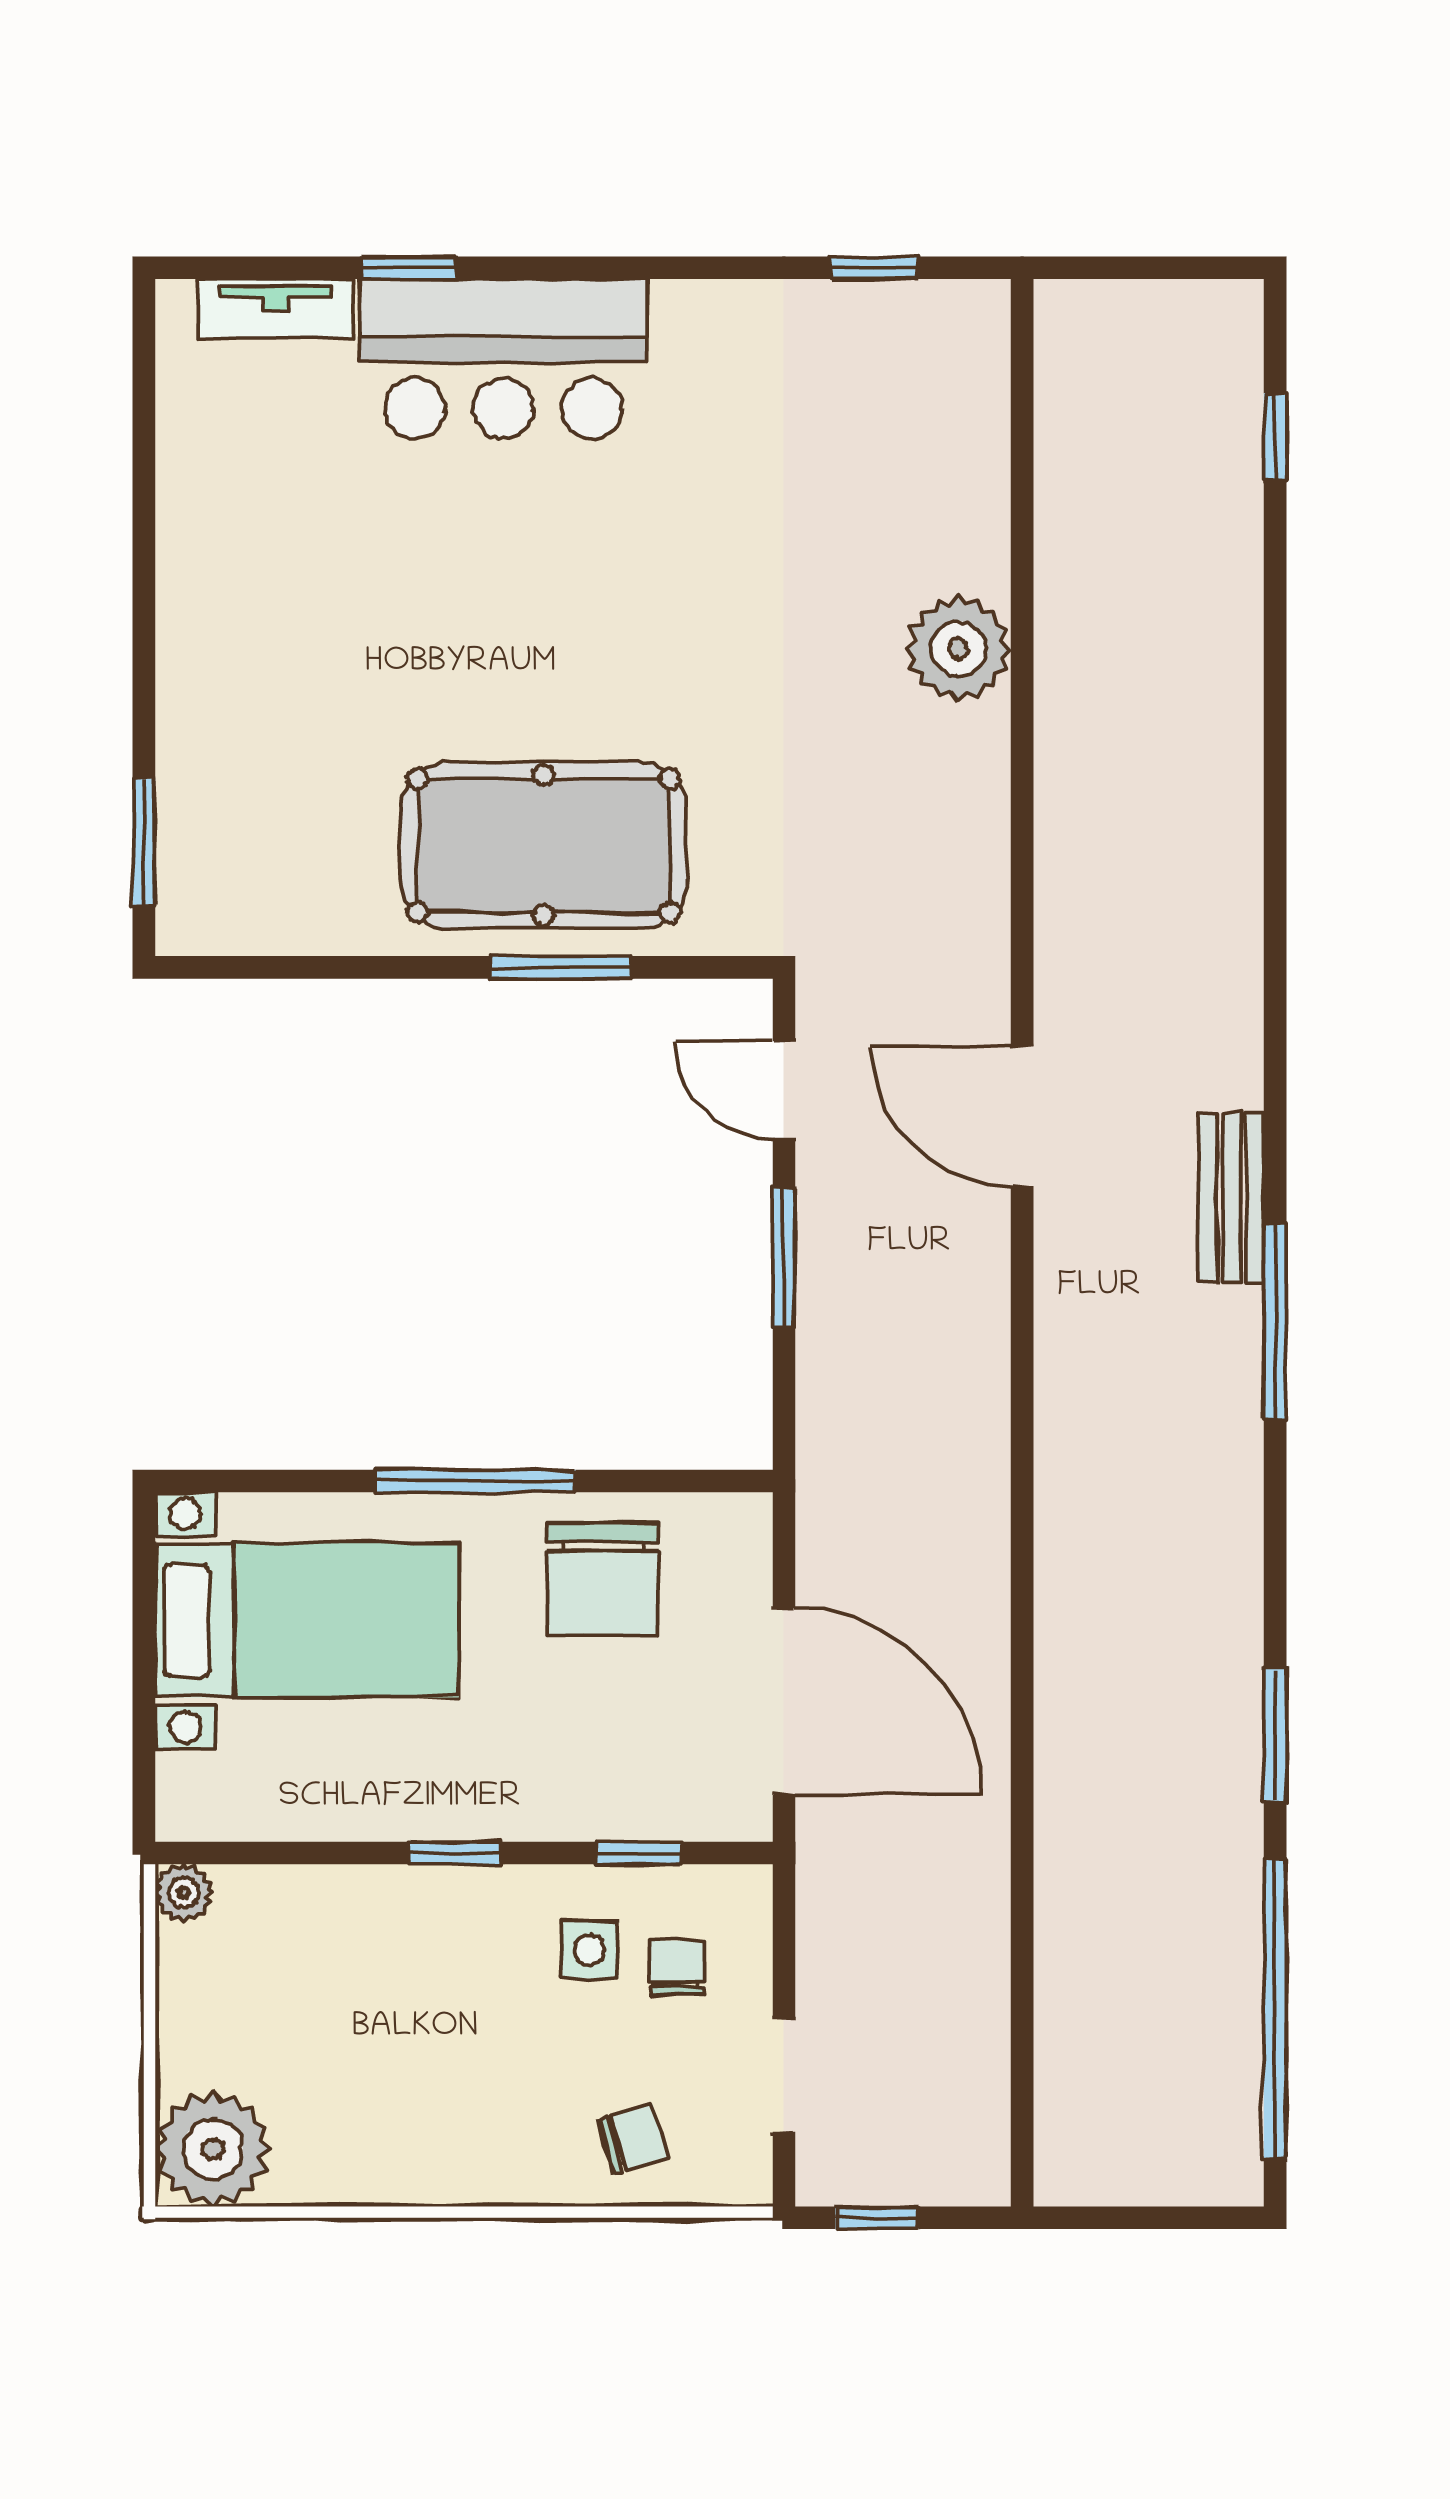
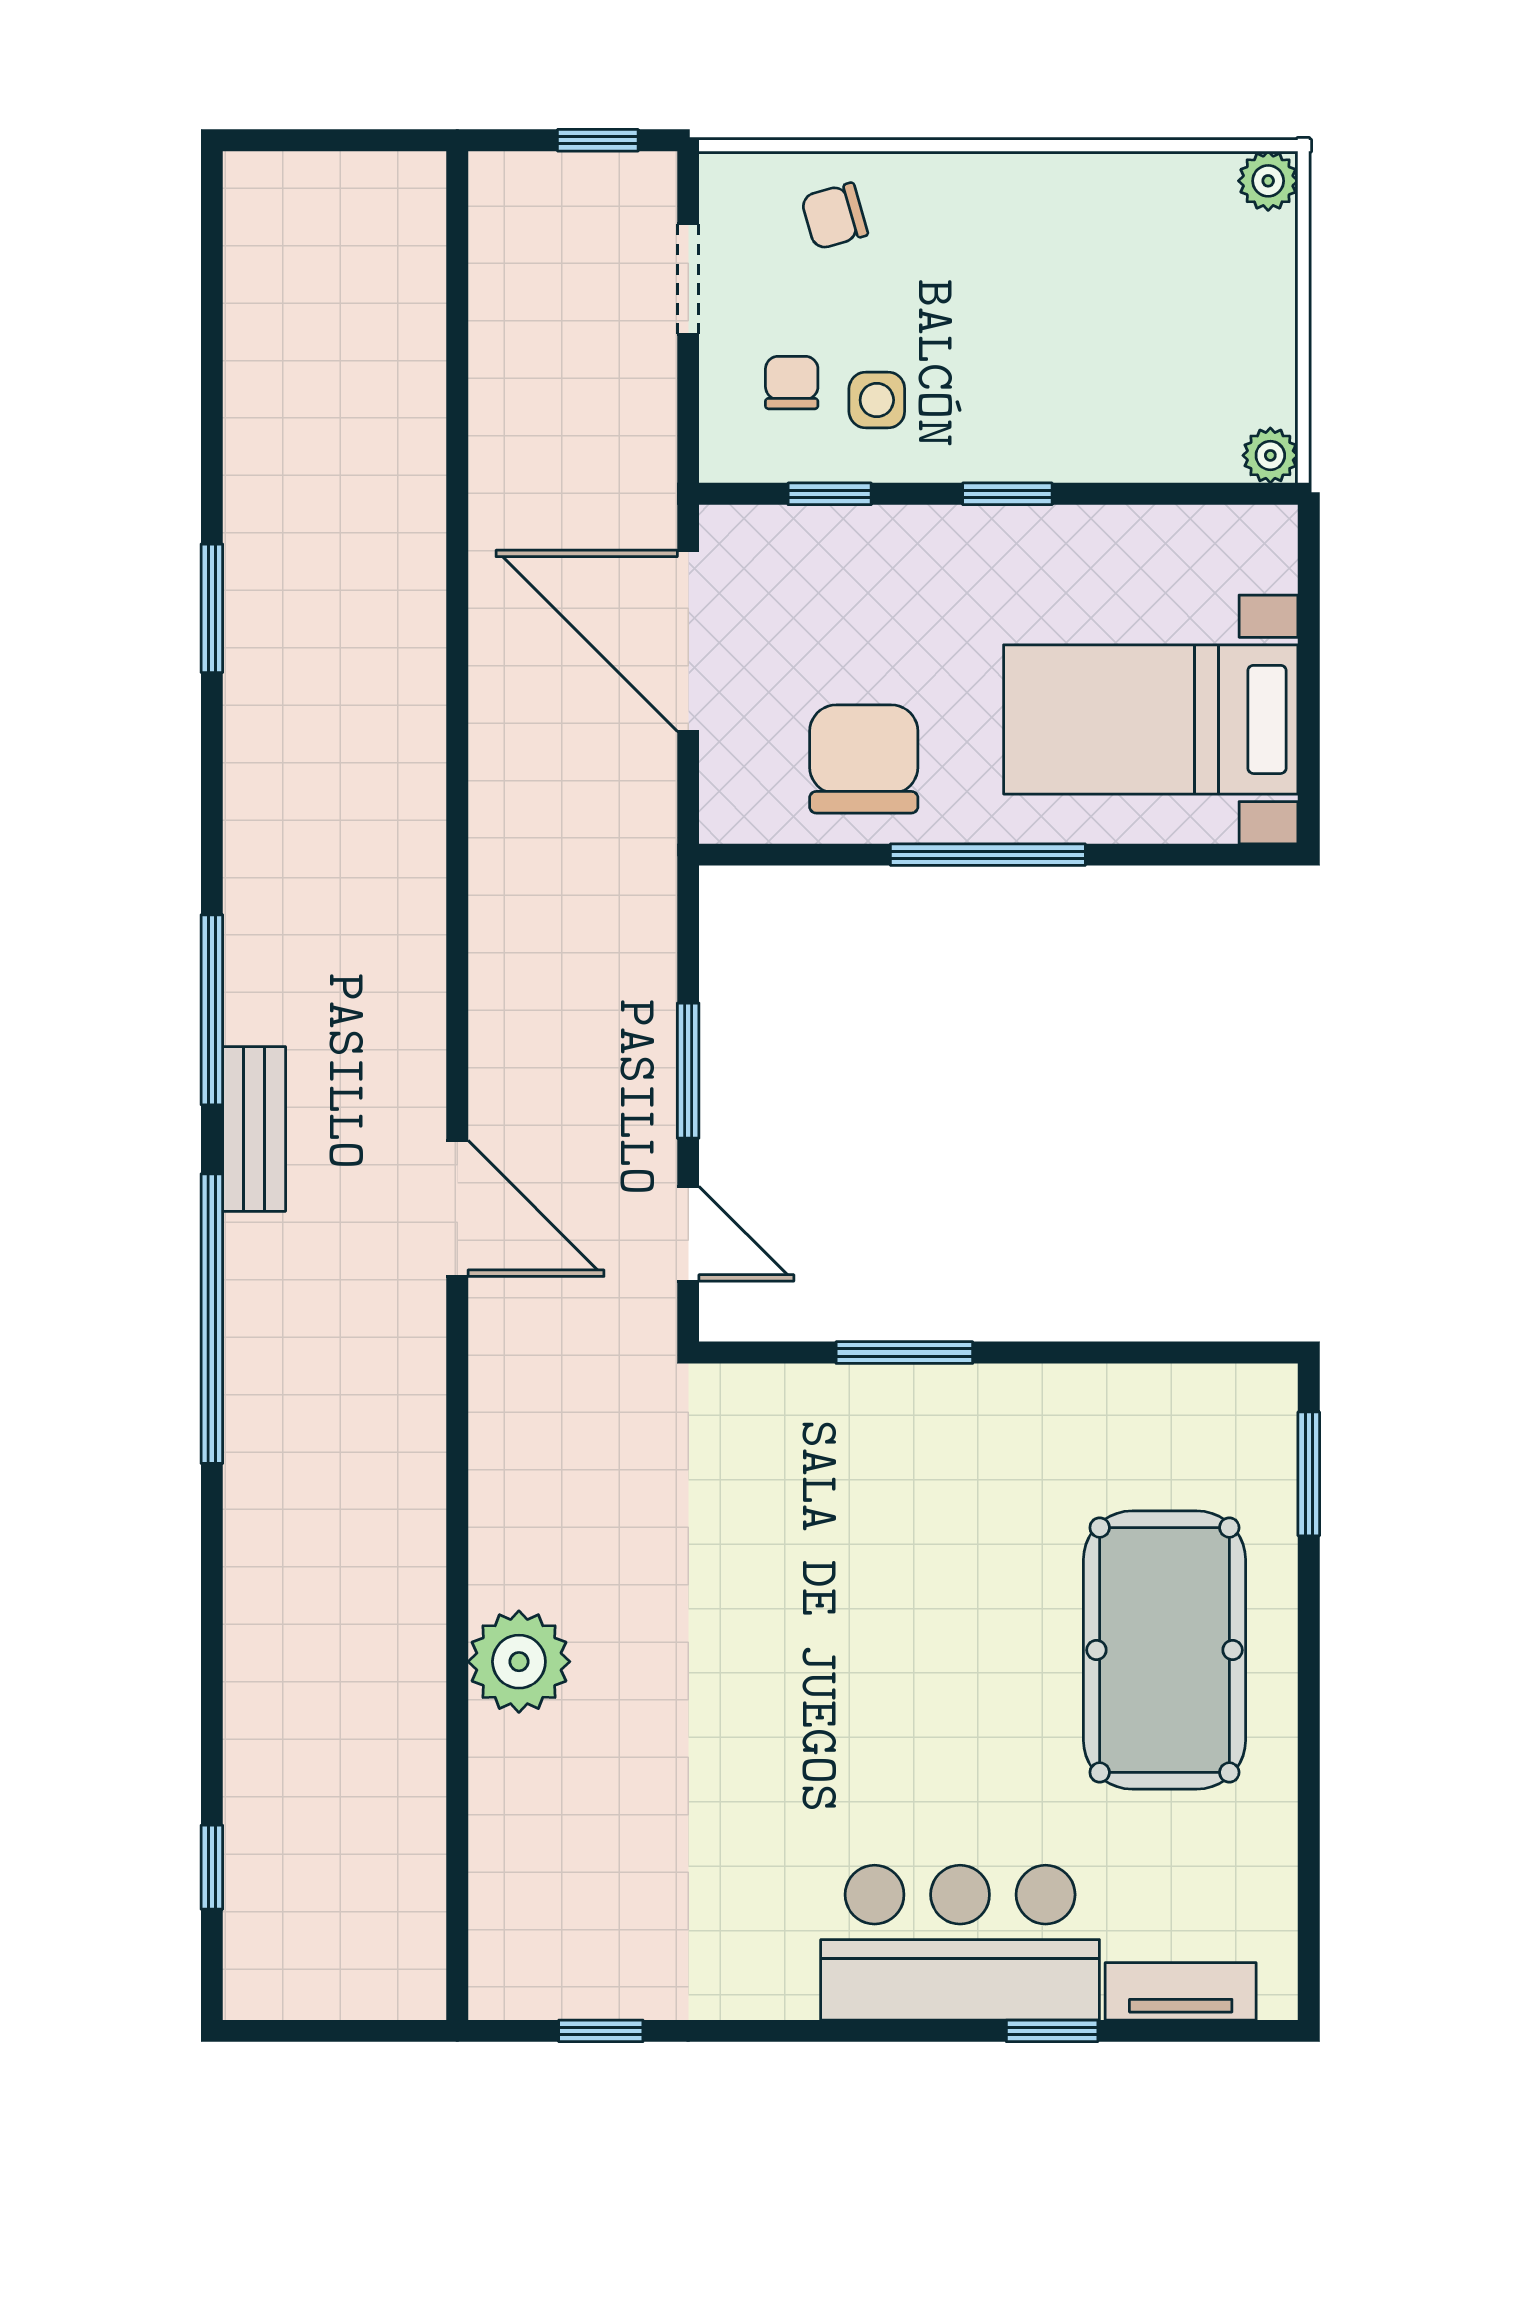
pool table: (544, 845) -> (1164, 1650), moved, turned 90
chair: (677, 1968) -> (792, 383), turned 180
window: (1275, 2009) -> (212, 1319), moved
plant: (213, 2149) -> (1268, 181), width x0.53, depth x0.53

